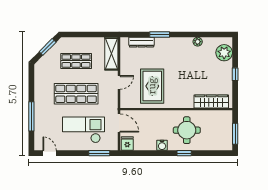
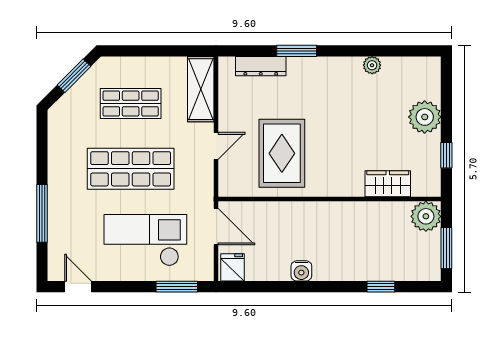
plant: (224, 53) -> (425, 117), moved
window: (235, 74) -> (446, 155), moved
wardrobe: (211, 101) -> (388, 184), width x0.67
plant: (225, 118) -> (426, 216), added
round table: (187, 130) -> (350, 241), removed
window: (184, 153) -> (381, 287), moved

